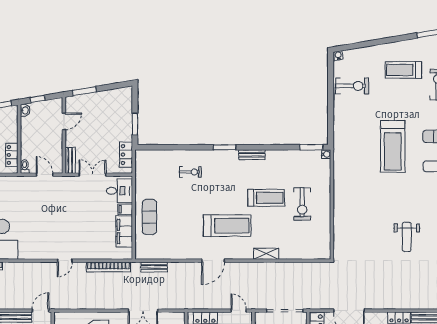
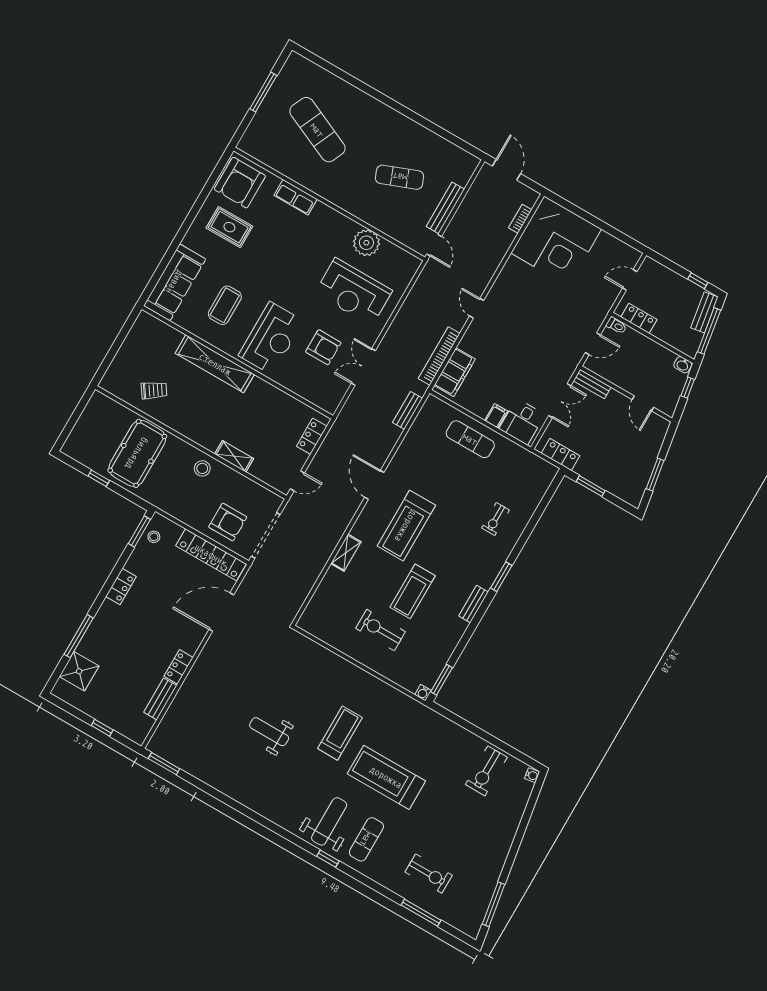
treadmill: (403, 70) -> (340, 733), moved
window: (84, 91) -> (655, 475), moved
filing cabinet: (124, 232) -> (455, 372), moved, turned 90

